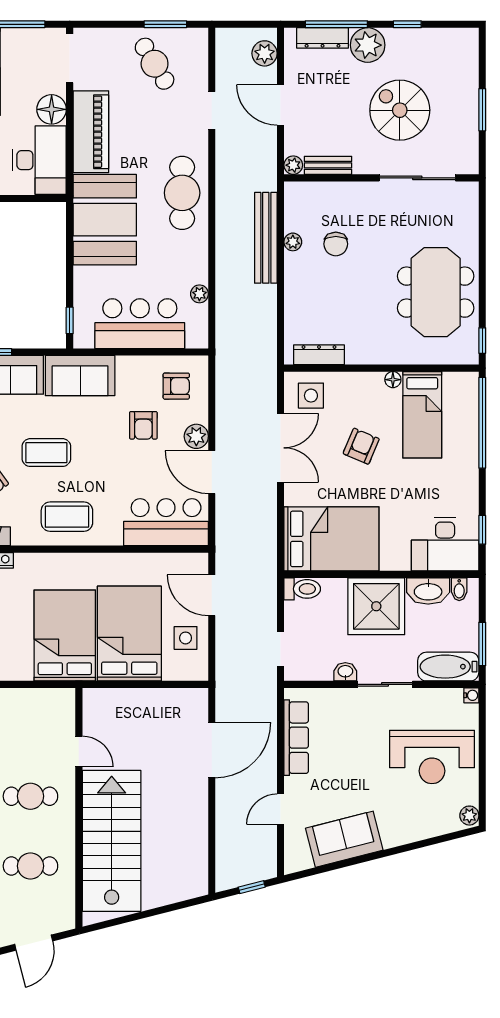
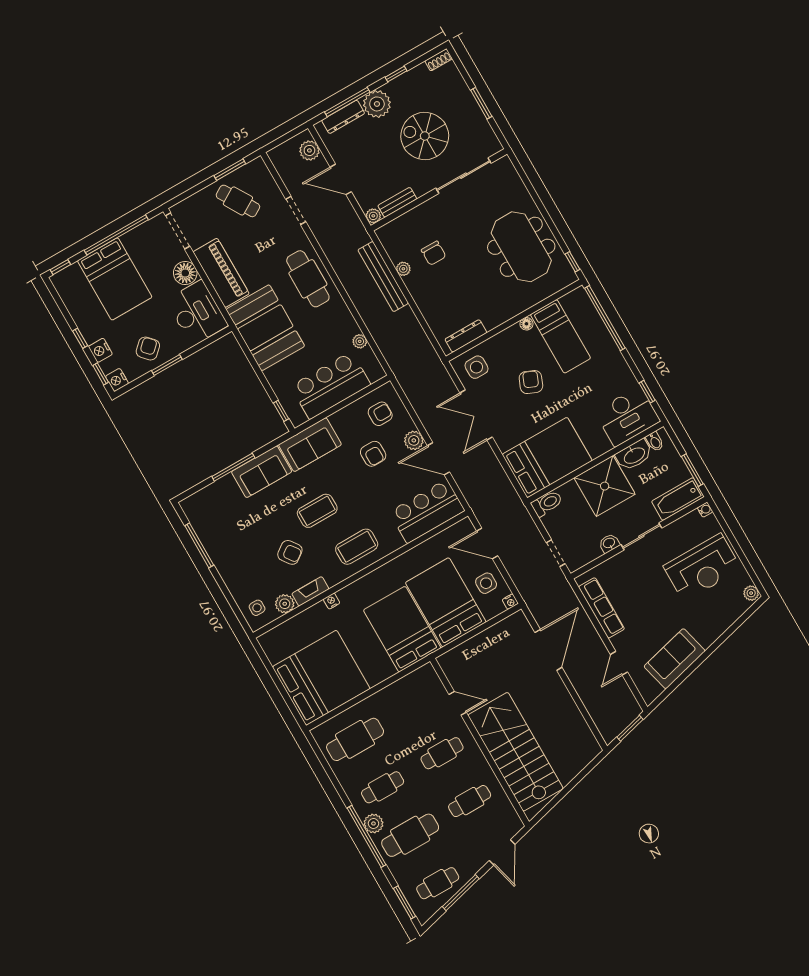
shoe rack: (463, 36) -> (439, 60), added
double door: (281, 448) -> (476, 415), swing flipped
nightstand: (200, 673) -> (510, 602), added
window: (252, 887) -> (630, 728), width x1.50

